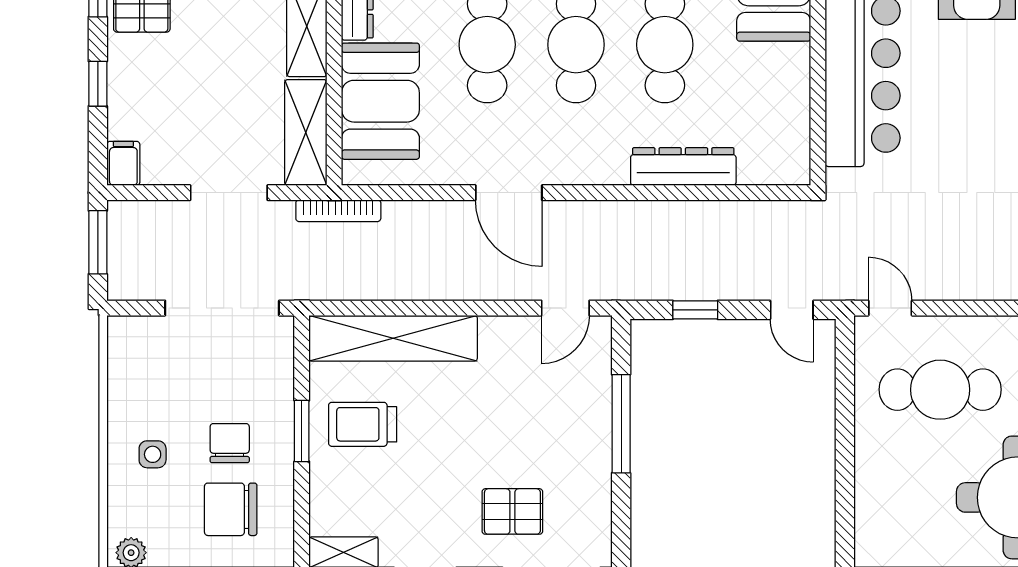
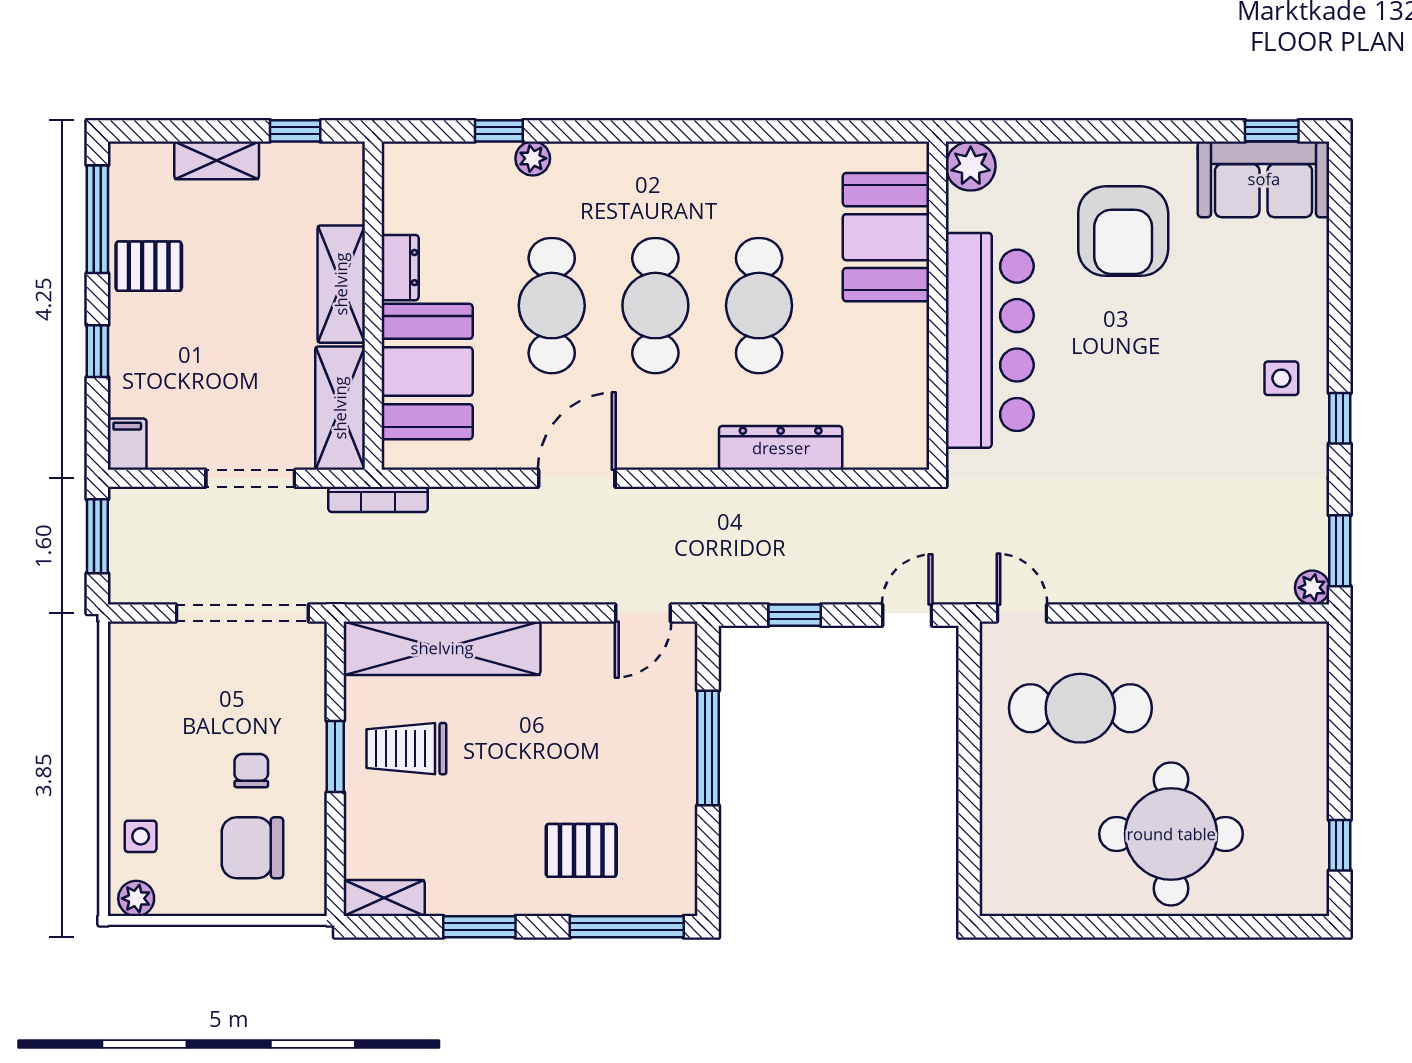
door: (509, 193) -> (577, 478), swing flipped
door: (792, 310) -> (907, 615), swing flipped
chair: (230, 443) -> (251, 771), width x0.73, depth x0.73
side table: (153, 454) -> (141, 836), moved

